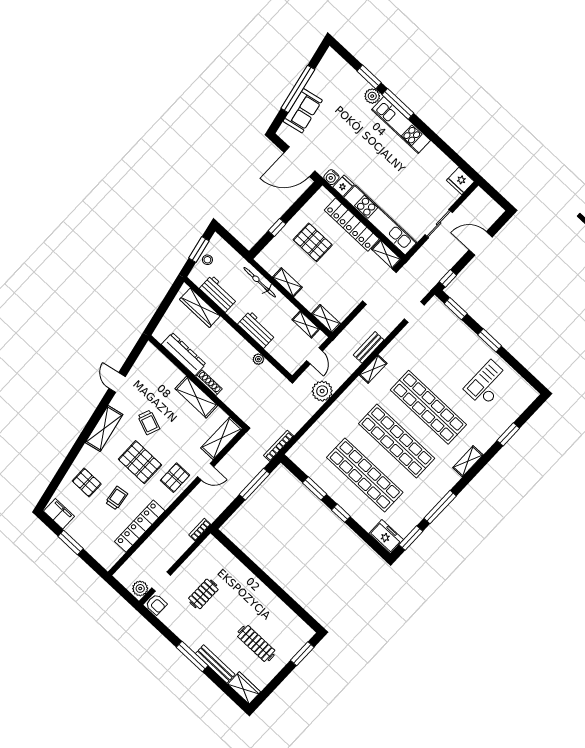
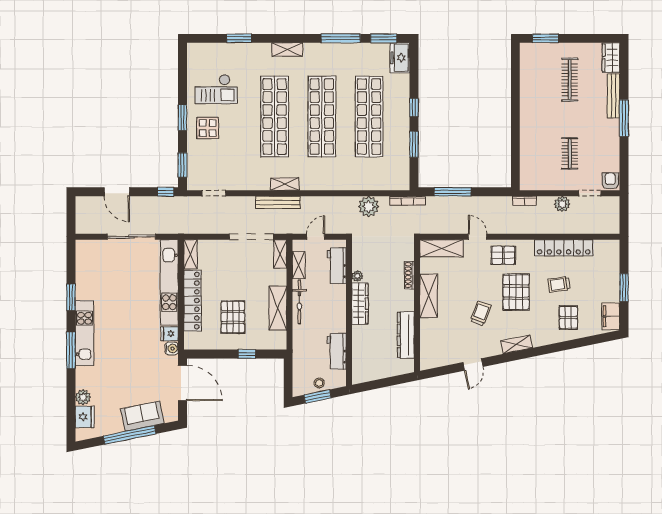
window: (369, 77) -> (71, 297), moved
plant: (372, 96) -> (83, 397), moved
fridge: (460, 181) -> (85, 417), moved
sliding door: (439, 224) -> (131, 237), width x1.37
bicycle: (260, 282) -> (299, 302), moved
shelving: (287, 282) -> (278, 308), width x1.50, depth x1.33
doorway: (379, 287) -> (251, 237), moved
wardrobe: (200, 308) -> (360, 304), moved
workbench: (257, 330) -> (337, 266), moved
bench: (369, 347) -> (278, 202), width x1.36
display table: (465, 351) -> (208, 128), added
shoe rack: (209, 383) -> (409, 275), moved
plant: (322, 391) -> (369, 207), moved
shelving: (104, 428) -> (517, 344), width x0.67, depth x0.75
plant: (140, 588) -> (562, 204), moved
clothes rail: (203, 594) -> (570, 153), turned 90

